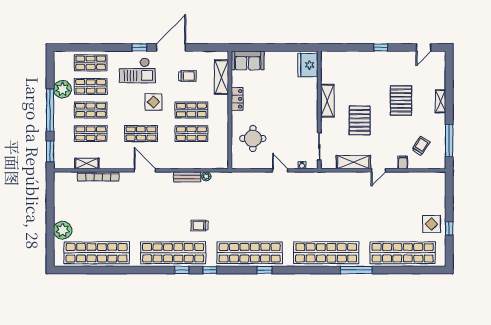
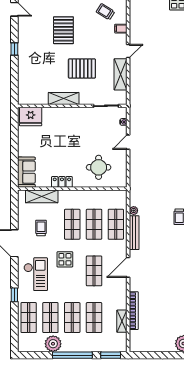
window: (139, 47) -> (14, 295), moved
pallet: (401, 100) -> (63, 30), turned 90
shop shelf: (191, 157) -> (116, 224), added
door: (379, 170) -> (128, 51), hinge flipped
bench: (187, 177) -> (134, 233), width x1.36

